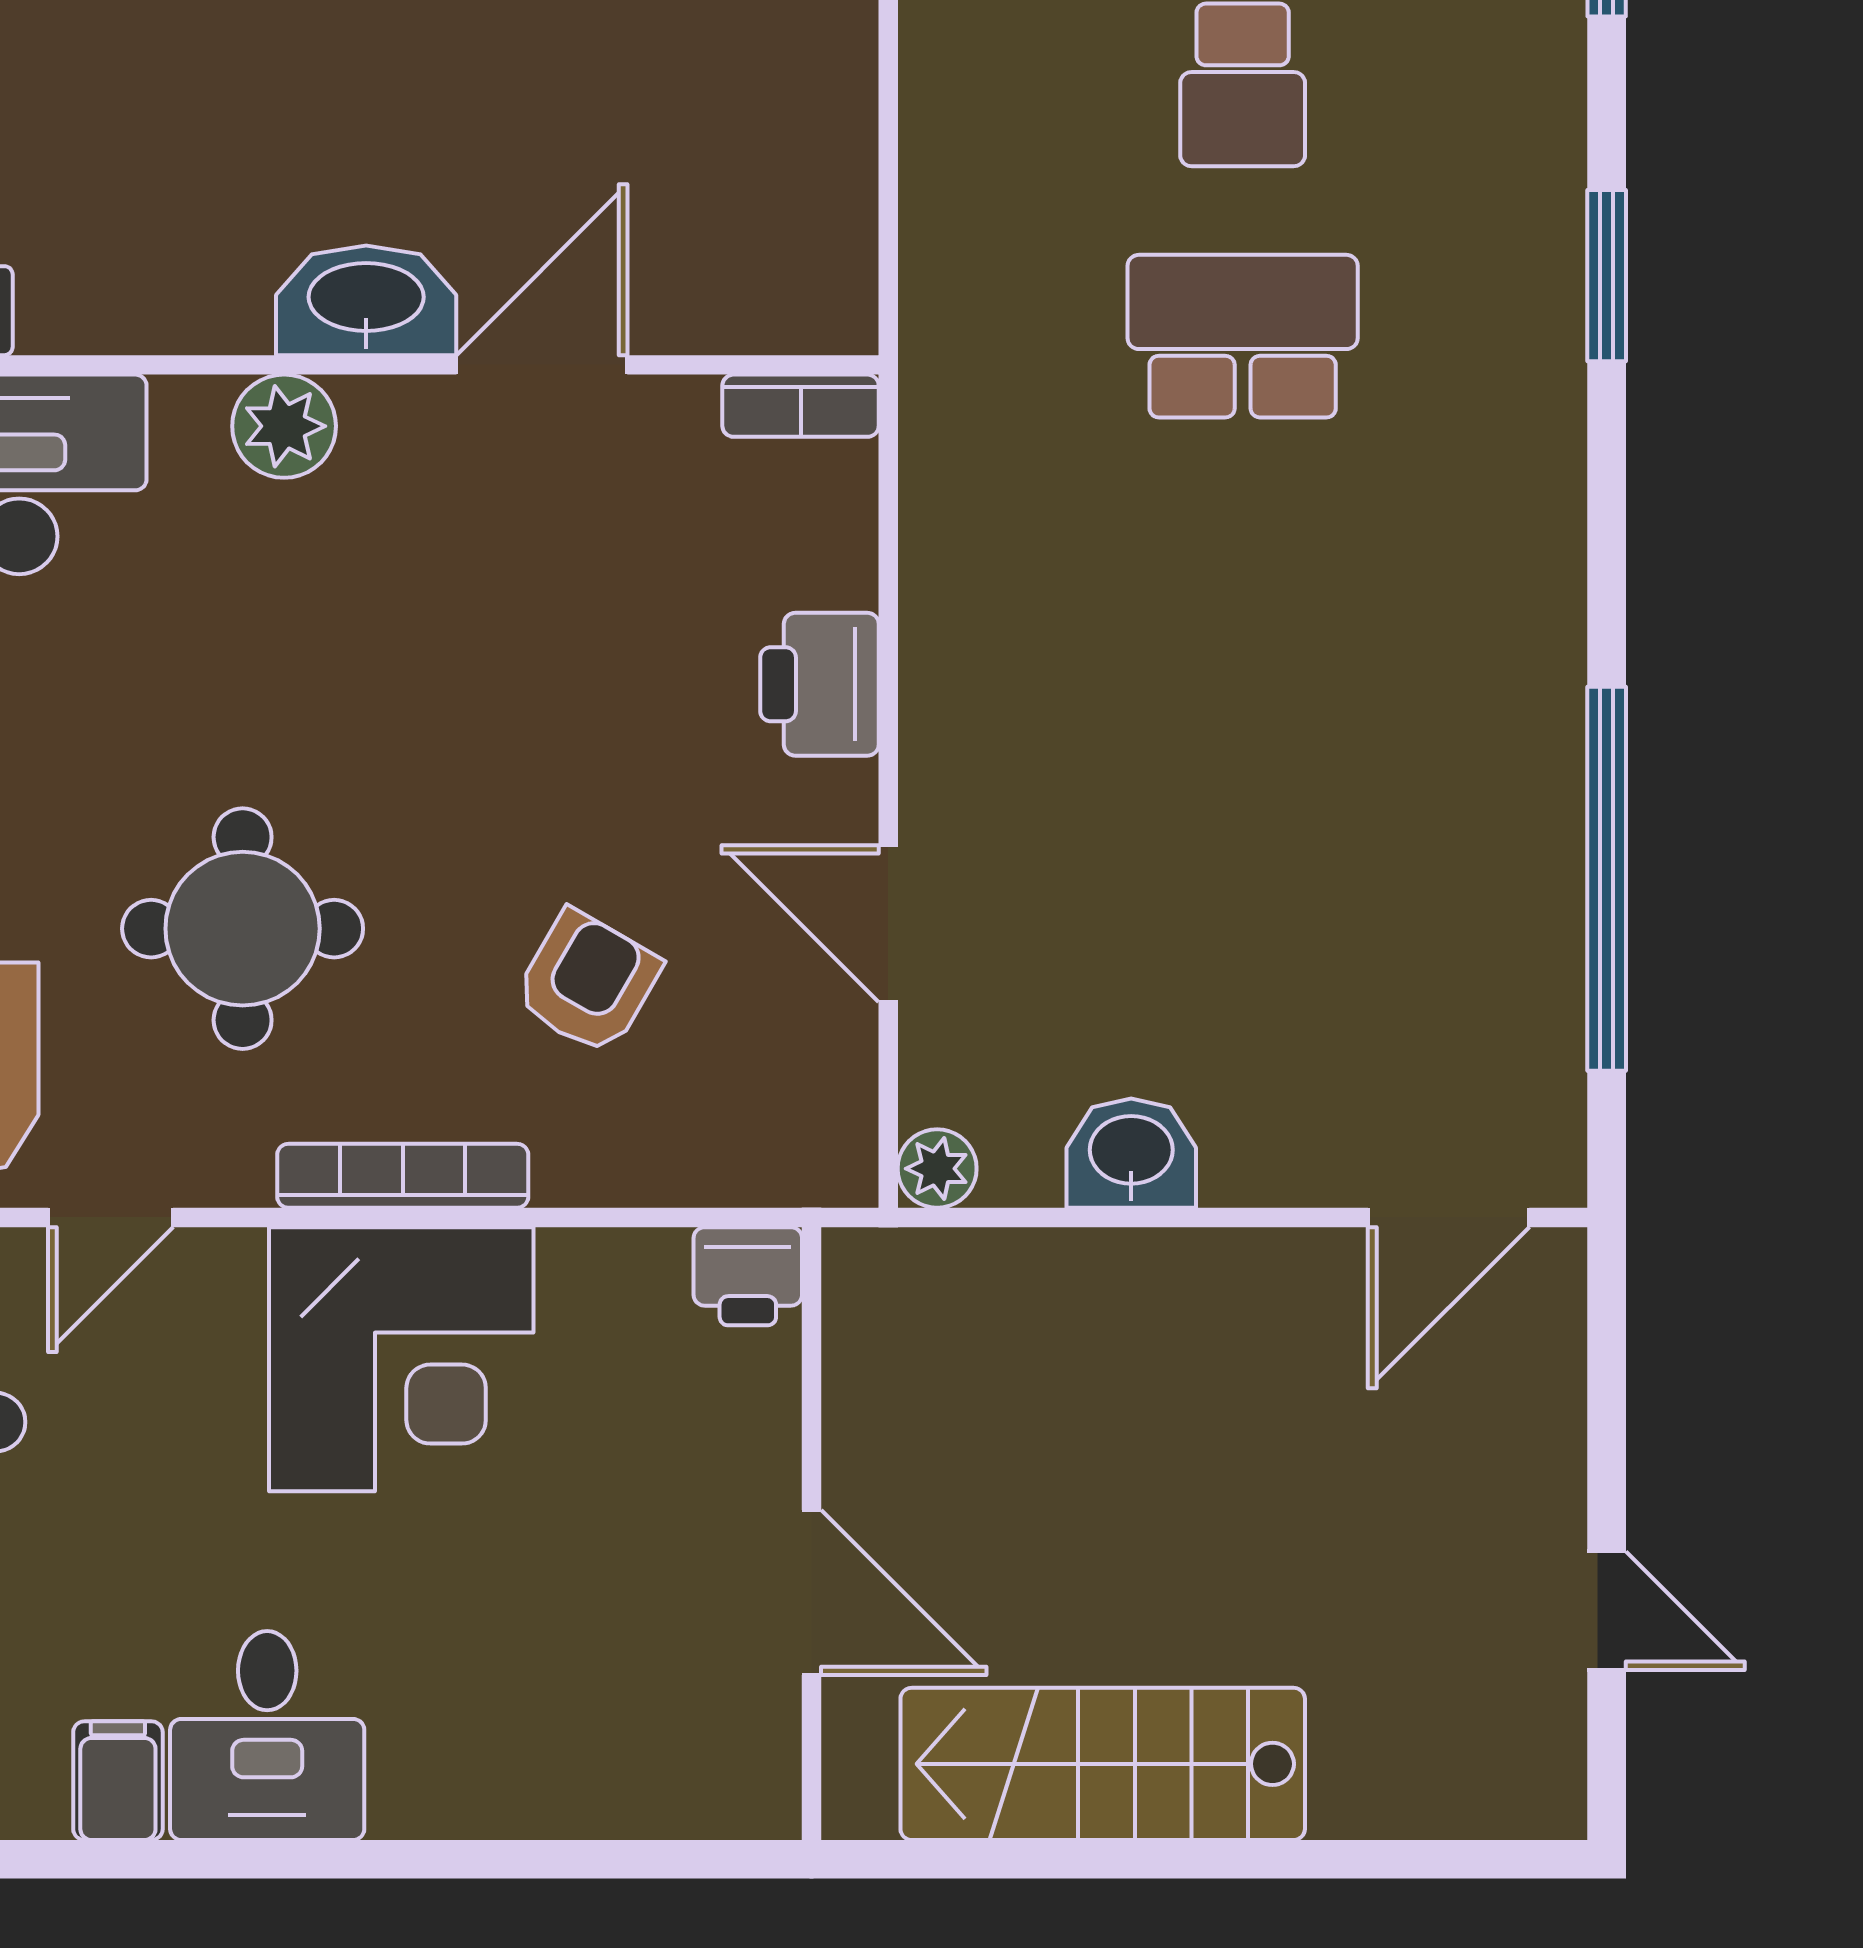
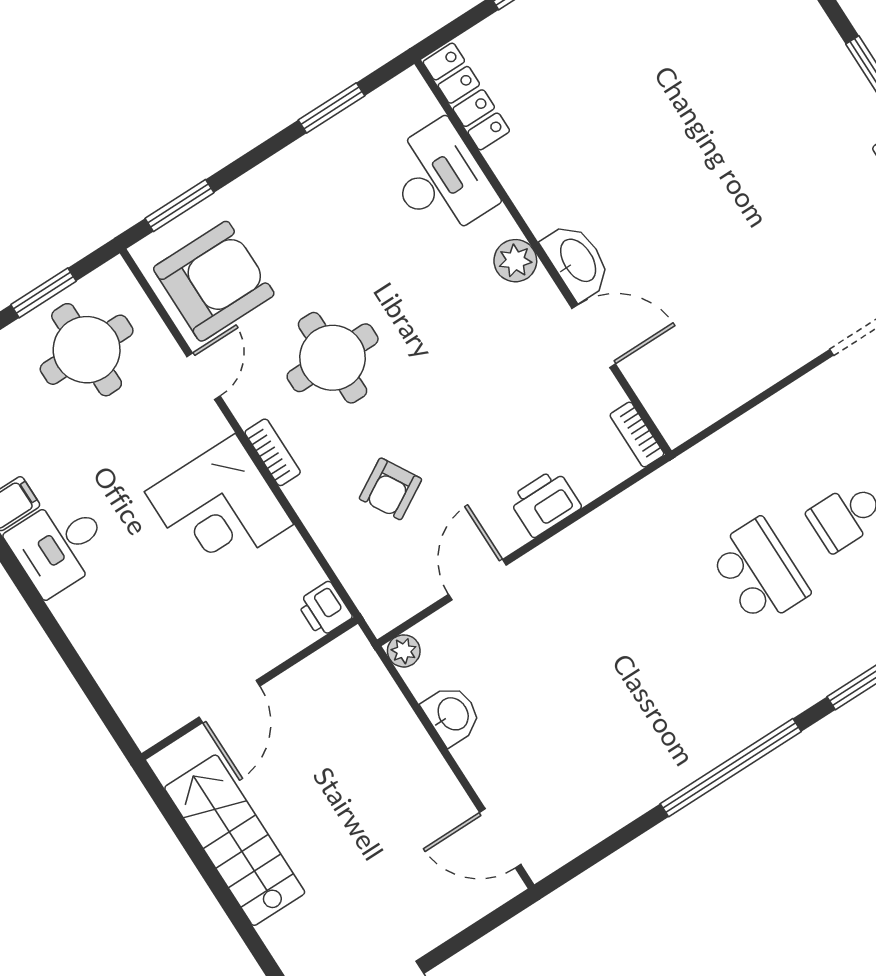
window: (1607, 879) -> (731, 768), moved
armchair: (588, 982) -> (390, 489), turned 120
bookcase: (403, 1176) -> (273, 452), width x0.64
door: (111, 1217) -> (203, 376), swing flipped

